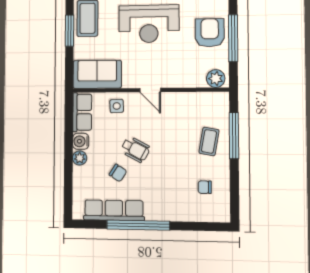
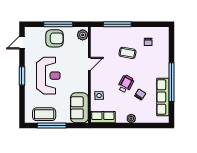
window: (70, 31) -> (52, 126), width x1.44
armchair: (210, 33) -> (55, 38), turned 180
door: (150, 90) -> (89, 64), moved
water cooler: (81, 141) -> (121, 118), removed
coffee table: (209, 141) -> (127, 53), moved

